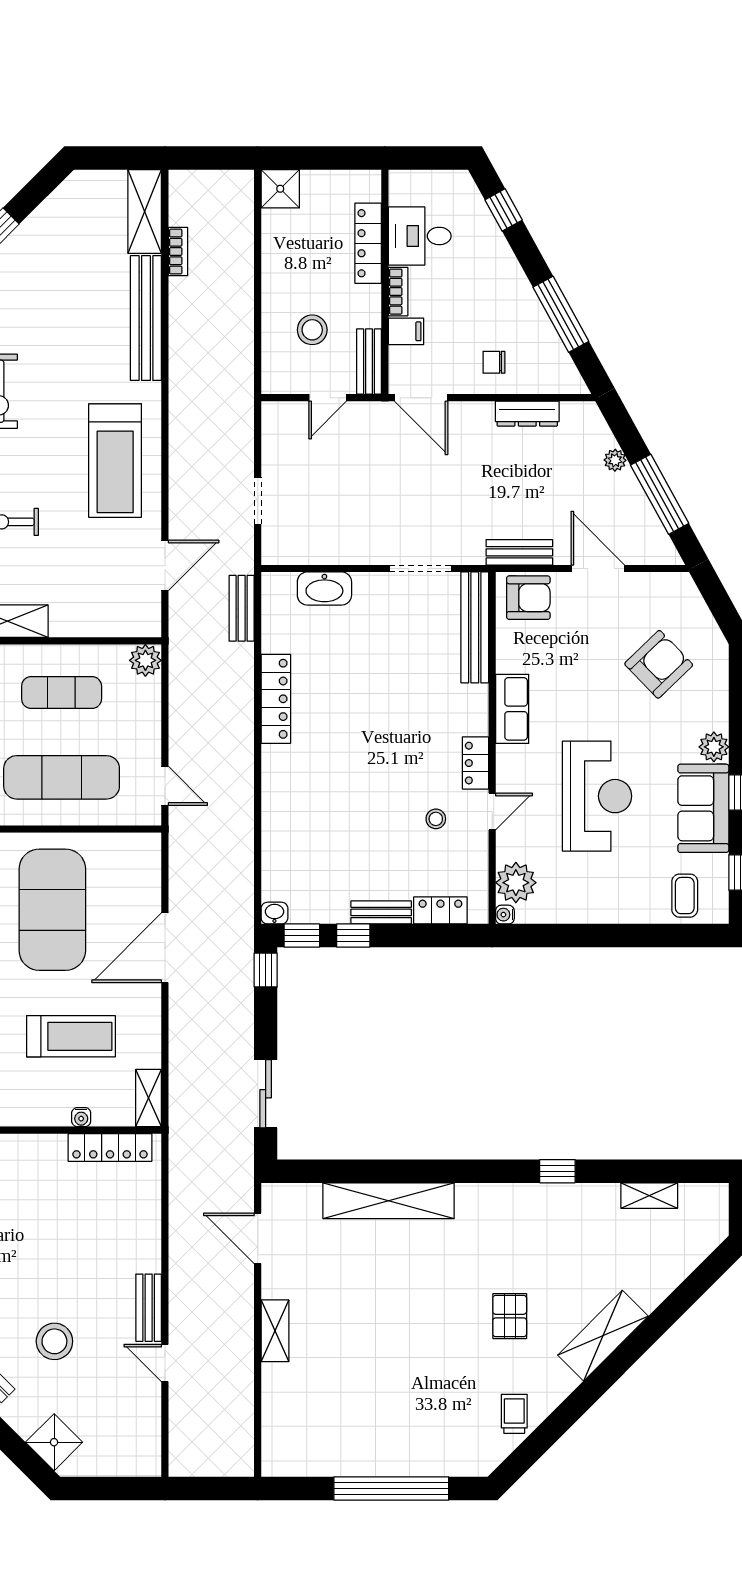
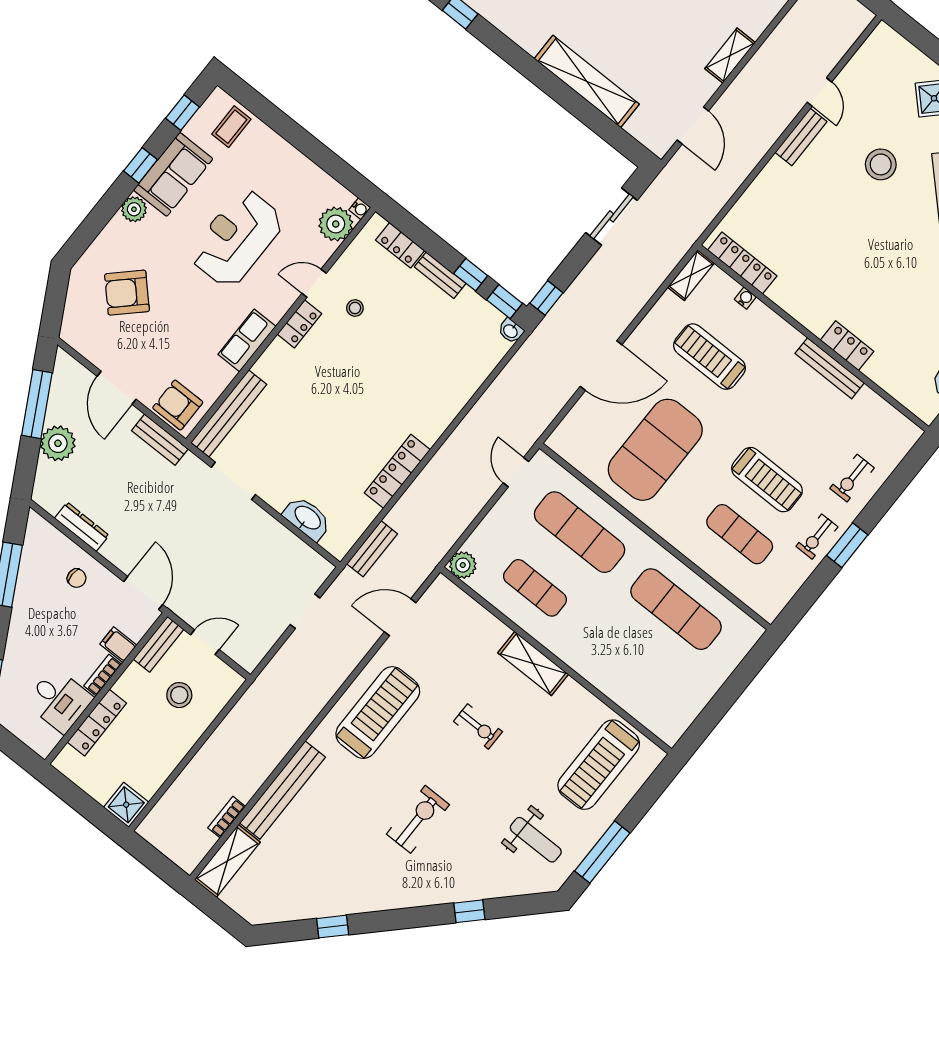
plant: (615, 460) -> (58, 443), width x1.88, depth x1.88

